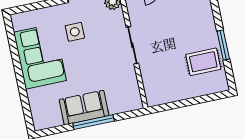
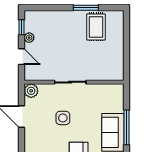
side table: (75, 32) -> (63, 118), moved

